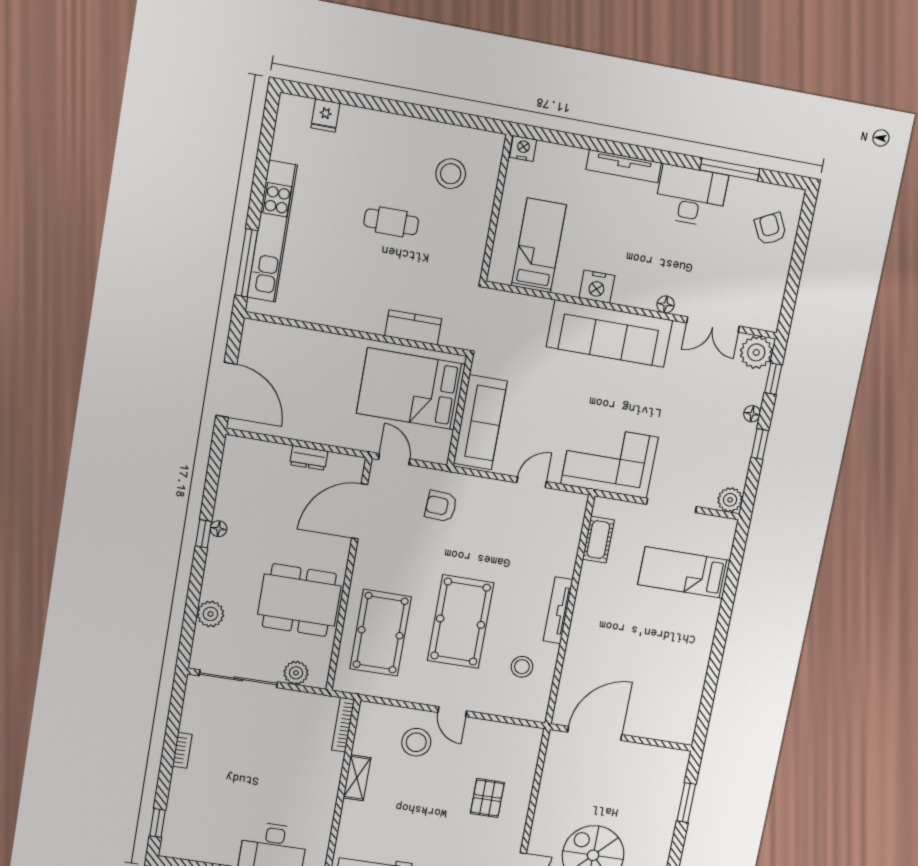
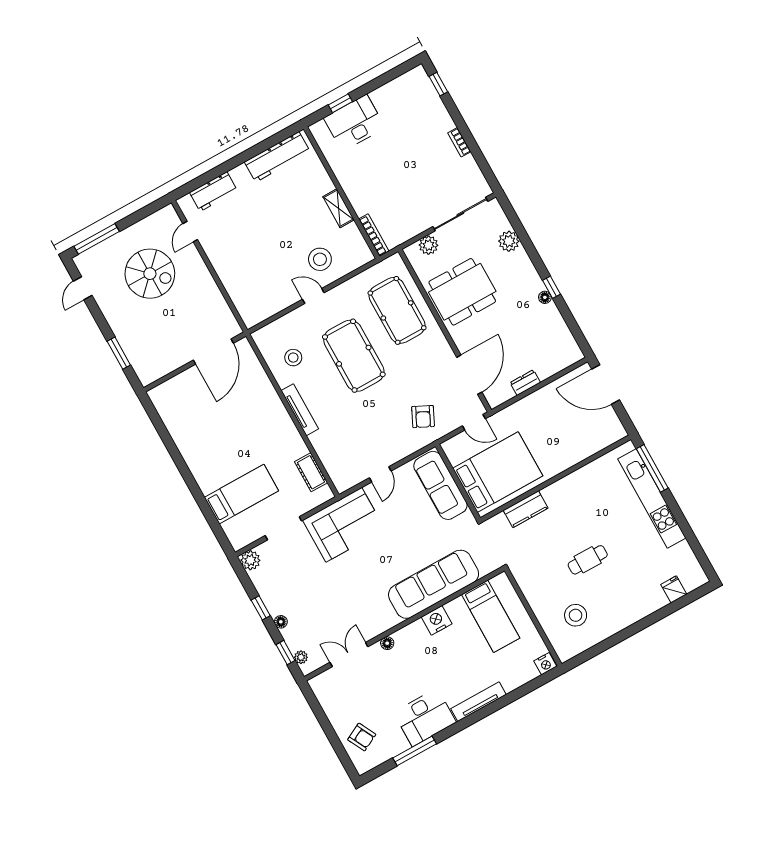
sofa: (609, 334) -> (434, 584), moved
plant: (756, 352) -> (301, 657), width x0.53, depth x0.53
armchair: (441, 506) -> (423, 417), turned 113
pallet: (487, 798) -> (247, 258), removed

